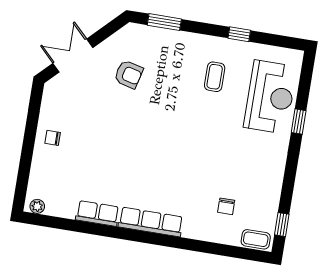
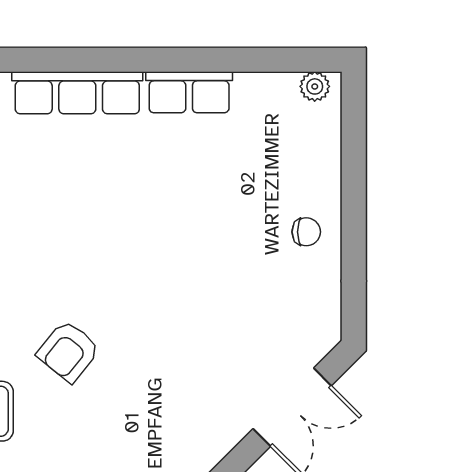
armchair: (129, 74) -> (68, 351), moved, turned -65

